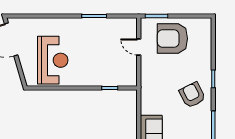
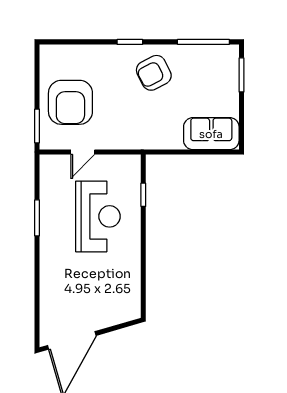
reception desk: (53, 60) -> (98, 216), moved, turned 90

